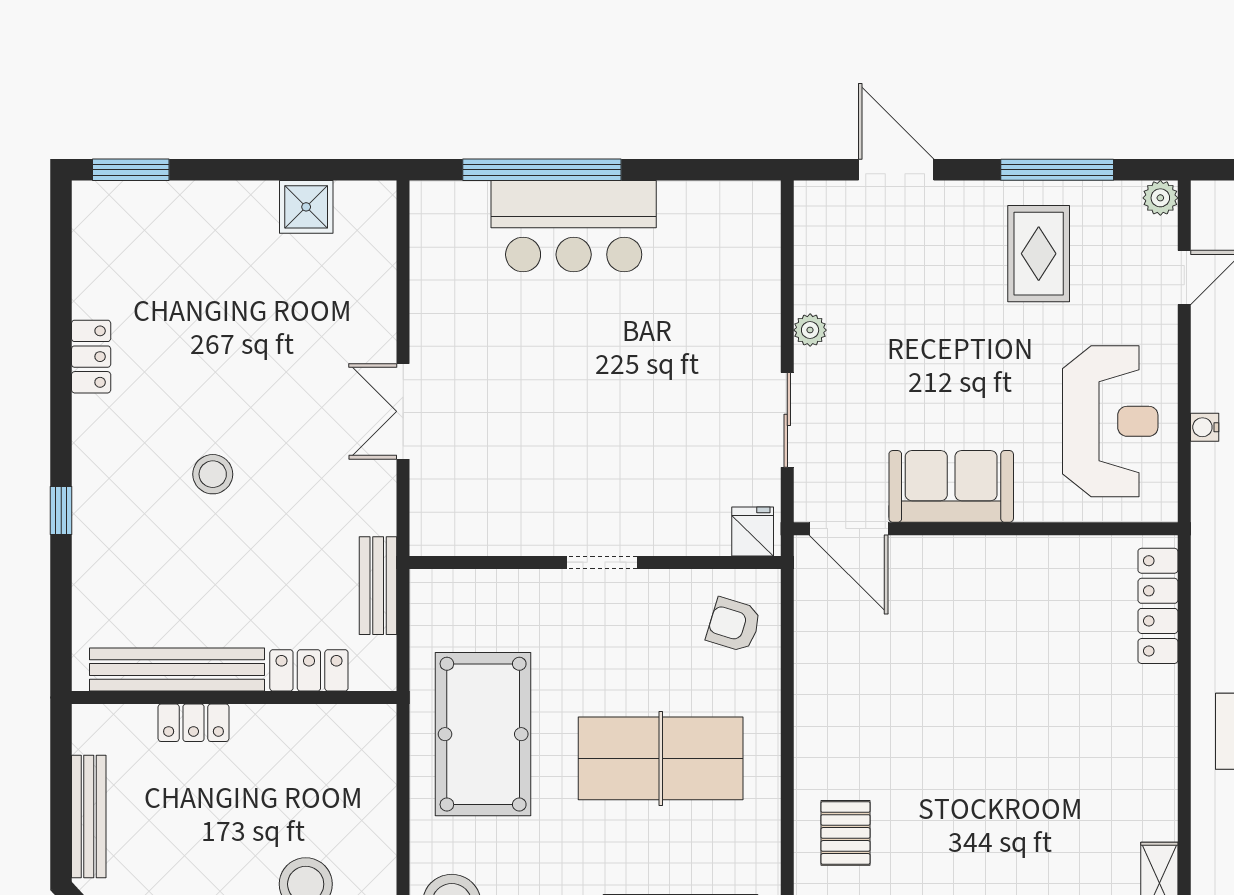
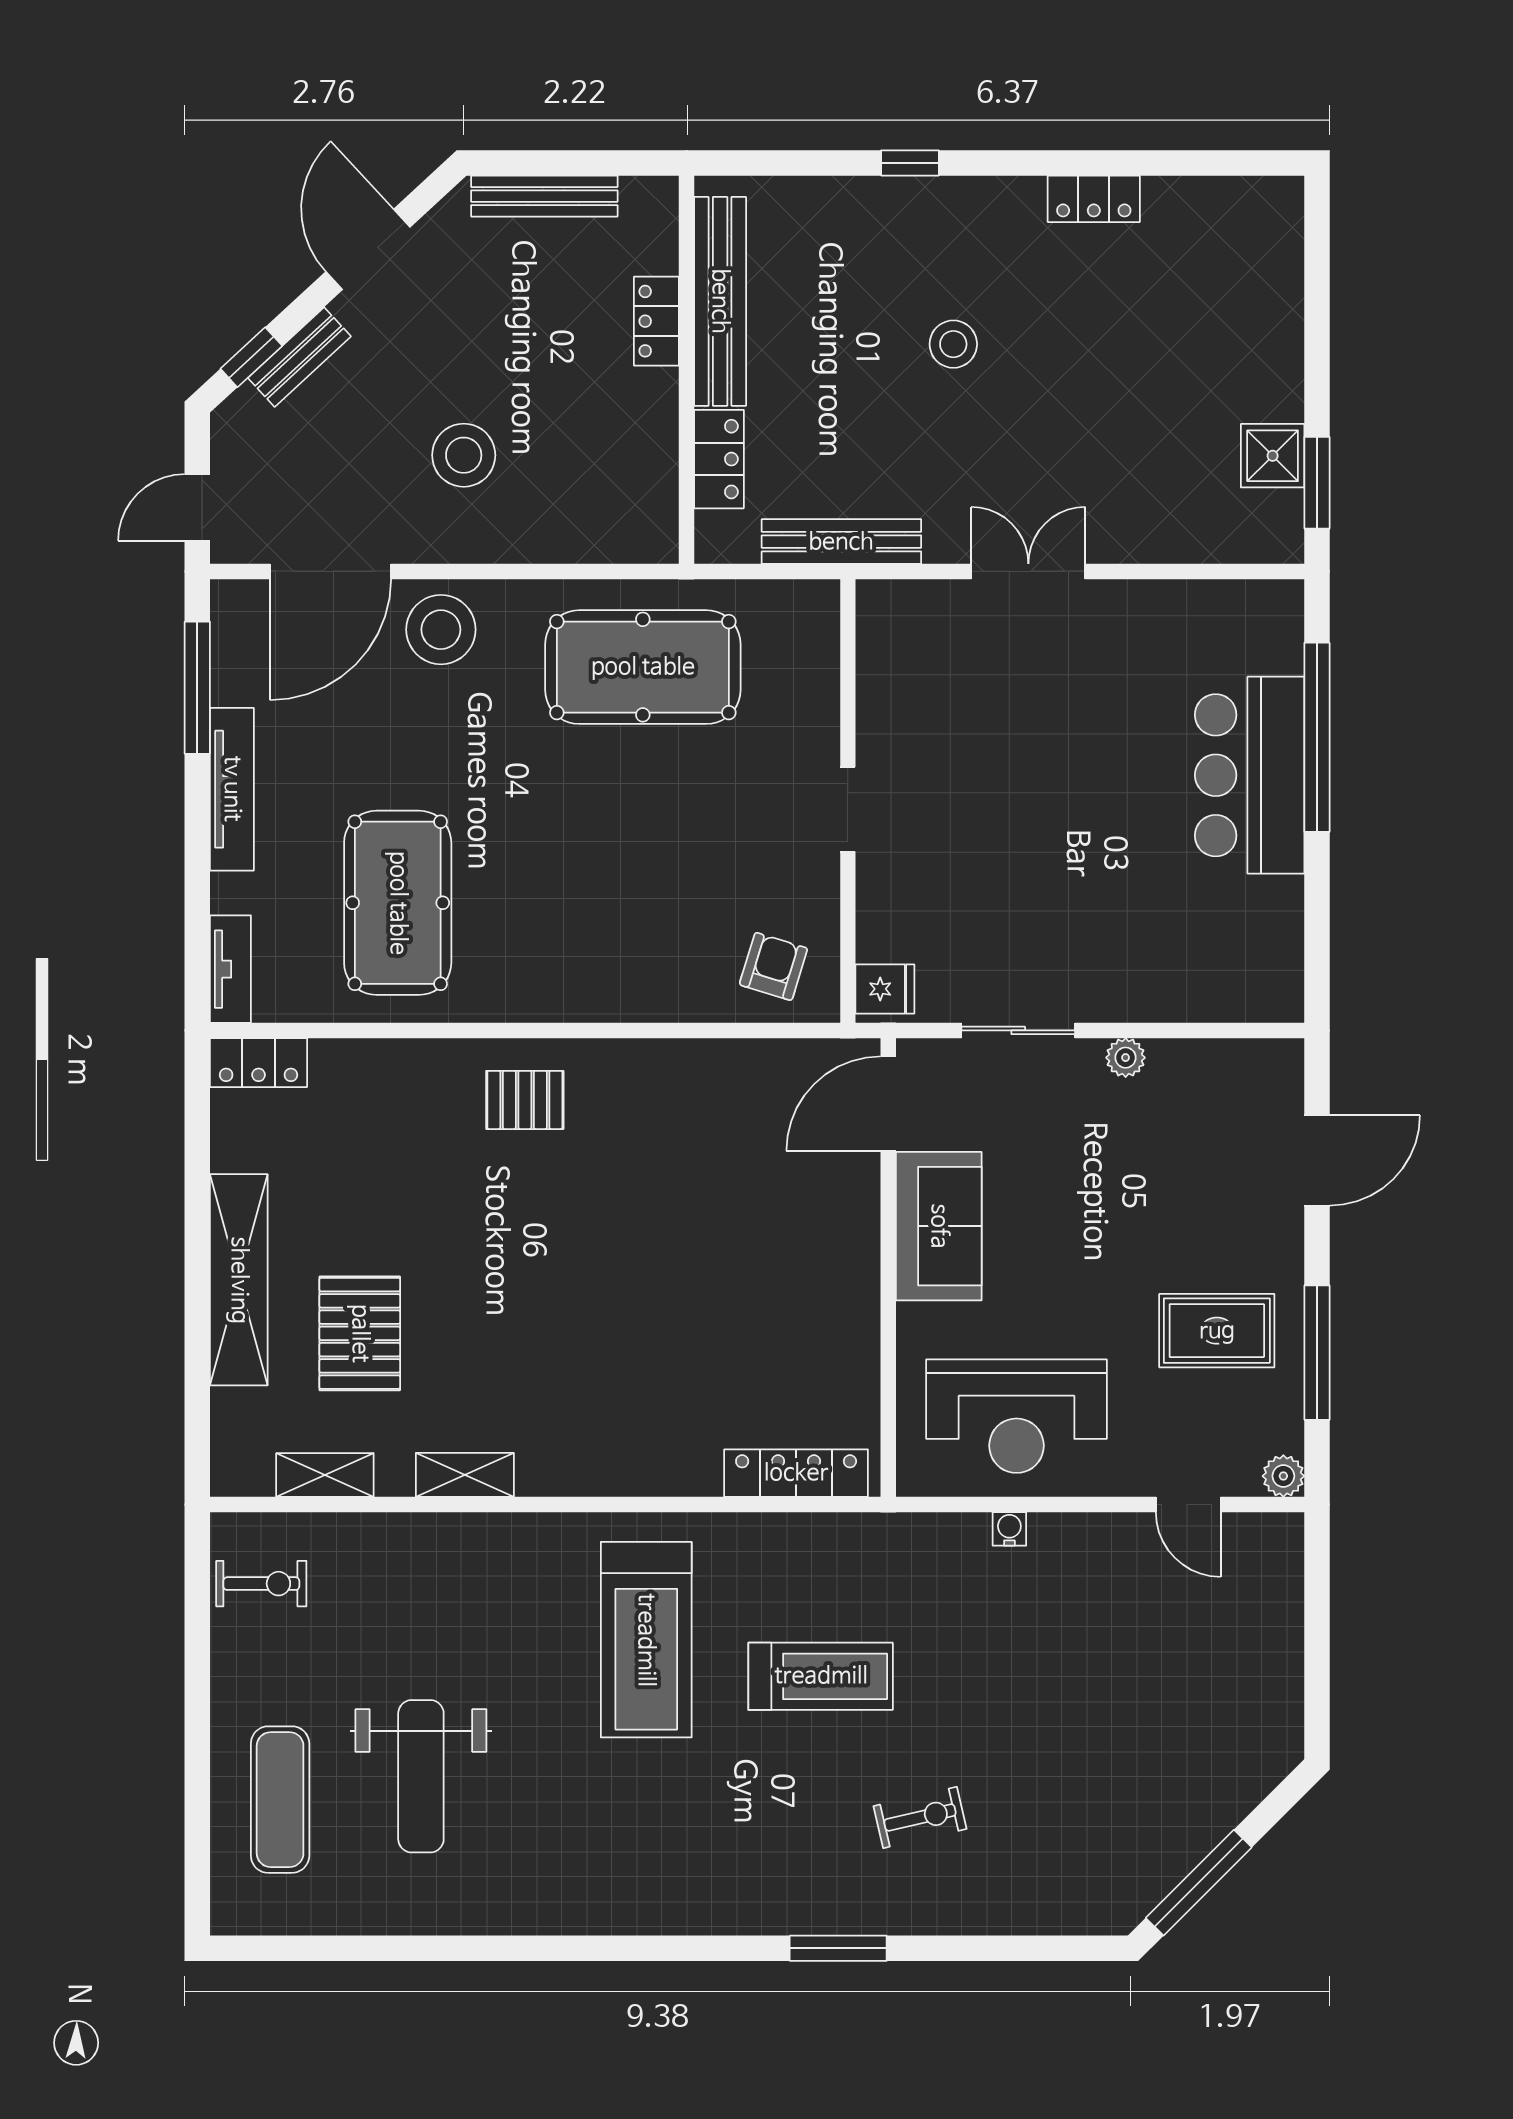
window: (131, 170) -> (1317, 483), moved
bench: (378, 586) -> (841, 542), width x1.36
table tennis table: (661, 758) -> (614, 879), removed

